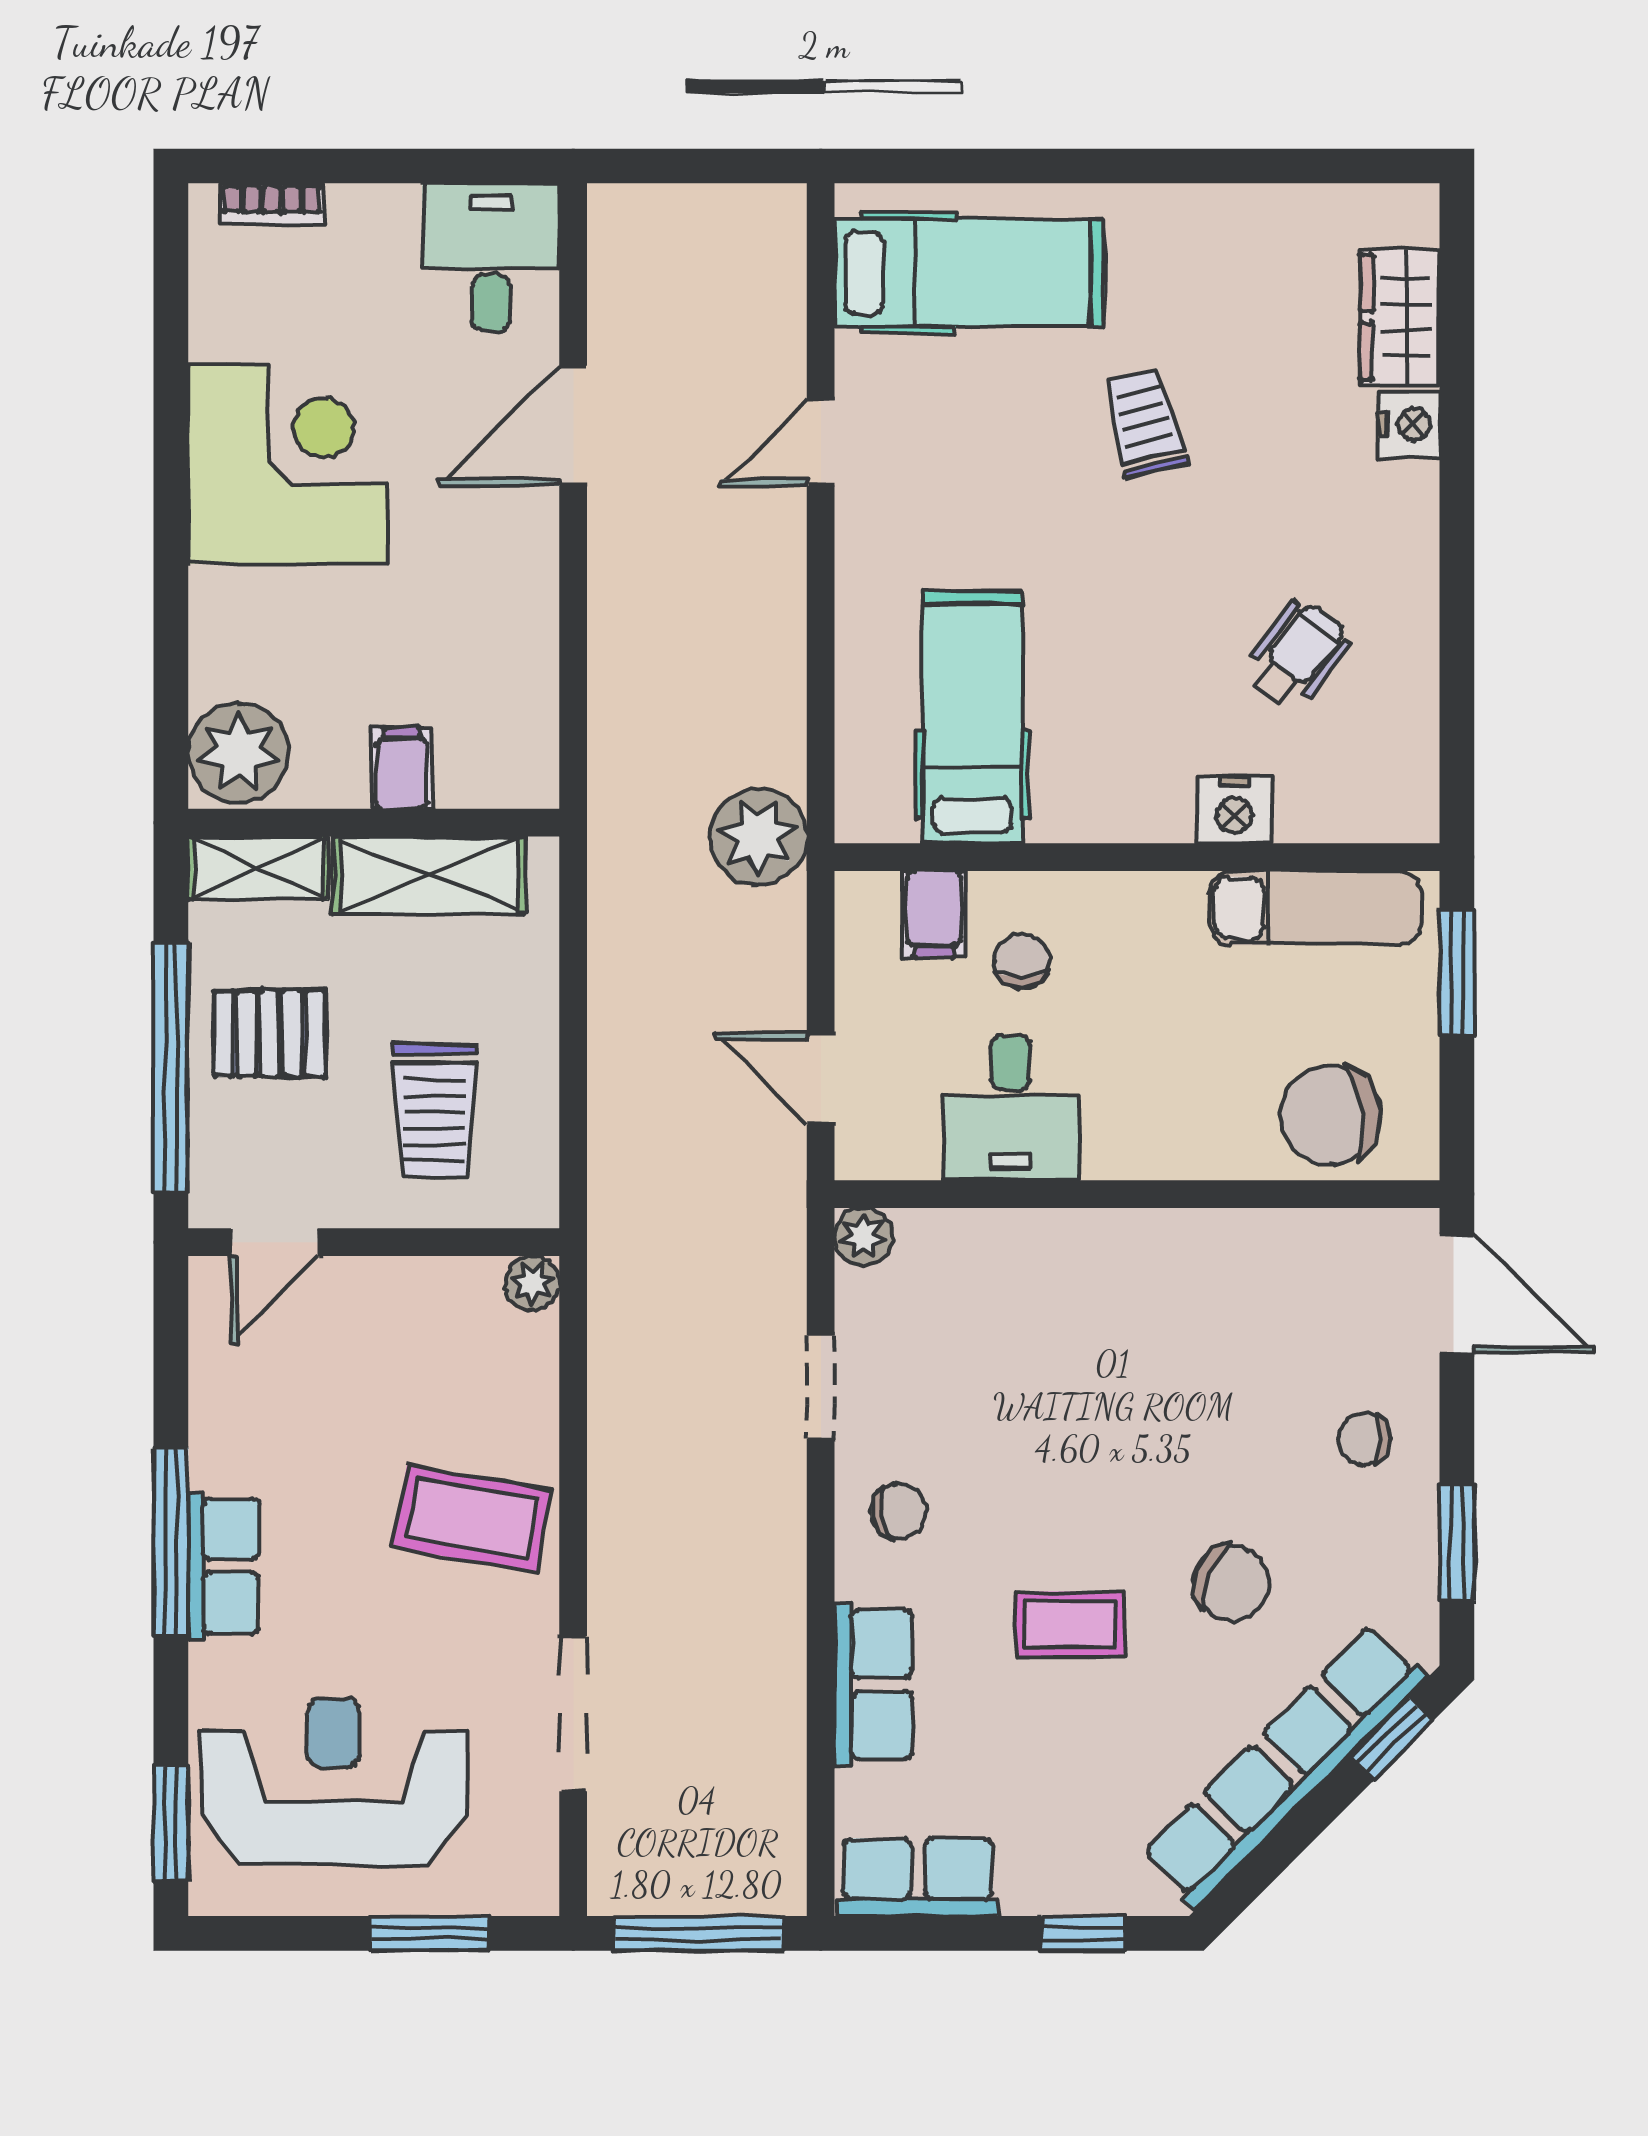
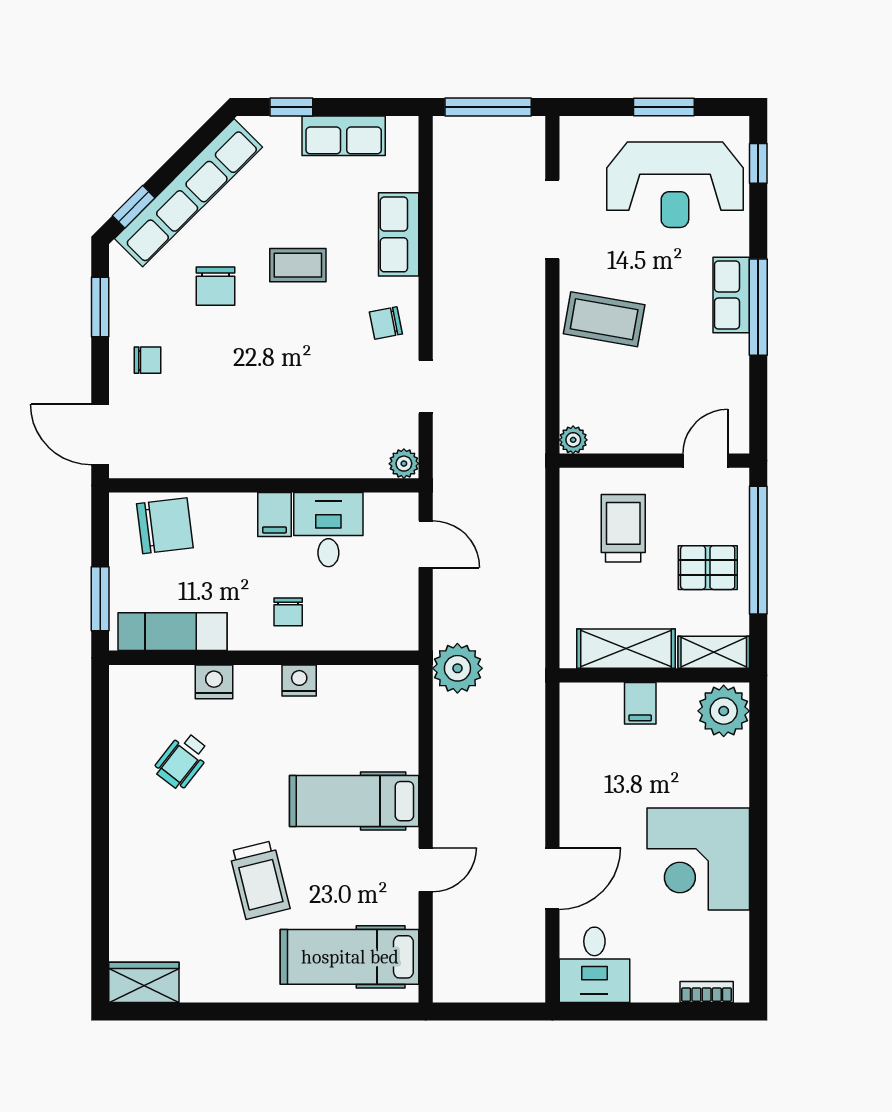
wardrobe: (1400, 317) -> (144, 982), moved, turned -90
trolley: (1145, 423) -> (260, 880), width x1.36, depth x1.39
nightstand: (1409, 424) -> (299, 680), moved, turned 90
hospital bed: (972, 717) -> (354, 801), moved, turned 90
filing cabinet: (934, 914) -> (274, 514), moved, turned 180
chair: (1022, 961) -> (288, 612), moved
chair: (1231, 1583) -> (216, 286), turned -113
window: (171, 1823) -> (758, 163), width x0.67
row of seats: (918, 1877) -> (344, 136), moved
window: (430, 1933) -> (664, 107), moved

